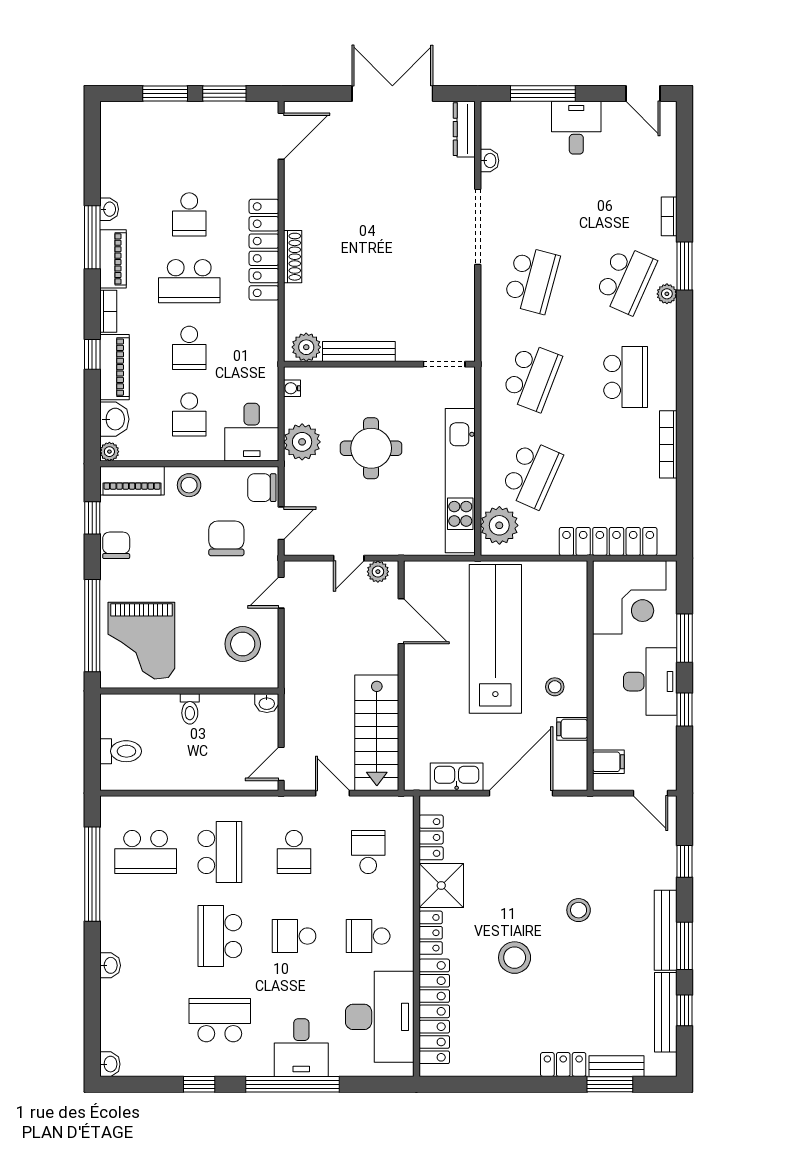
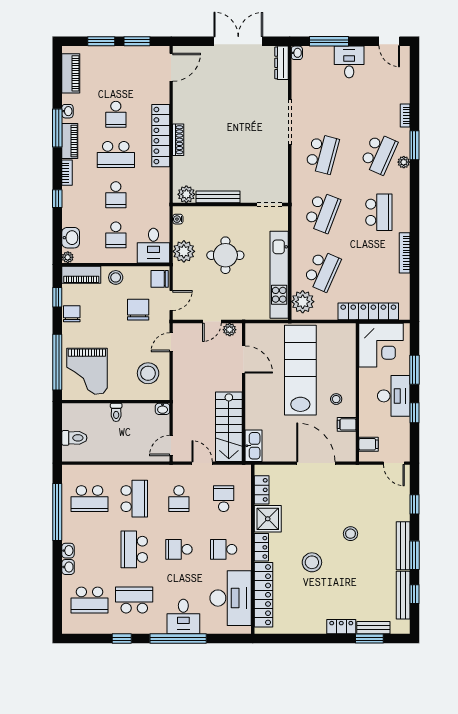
washbasin: (489, 161) -> (297, 53), moved
piano: (114, 367) -> (71, 73), moved
kitchen sink: (457, 777) -> (253, 446), moved, turned 90
door: (521, 793) -> (316, 463), hinge flipped
school desk: (146, 1020) -> (90, 600), added
washbasin: (110, 1064) -> (68, 551), moved

